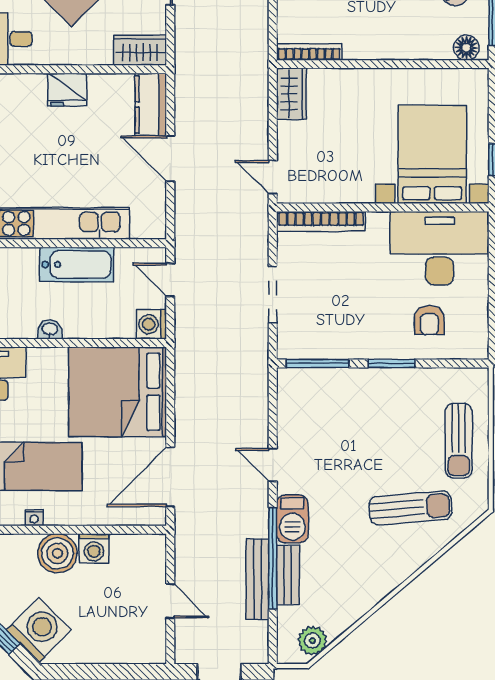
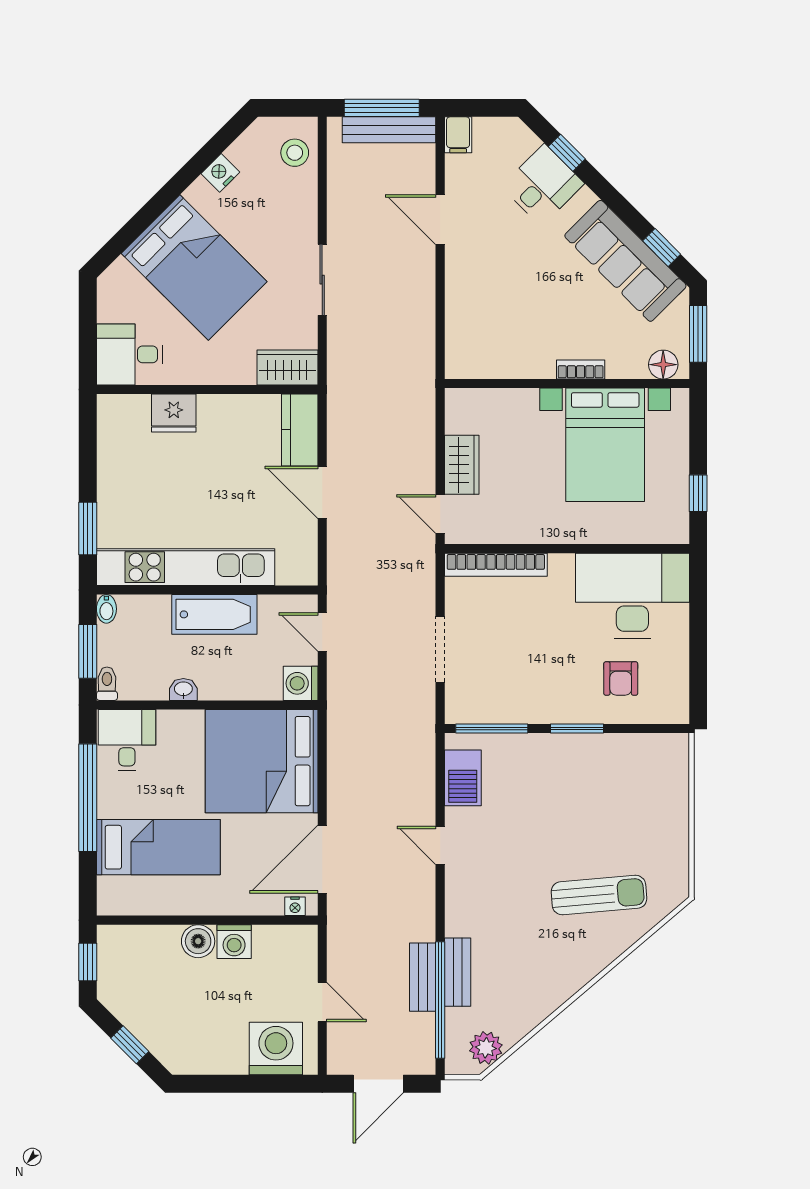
bookcase: (309, 52) -> (581, 370), moved, width x0.64
fridge: (67, 90) -> (174, 413), moved
wardrobe: (291, 94) -> (462, 465), moved
bed with nightstands: (432, 154) -> (605, 445), moved, turned 180
sun lounger: (459, 441) -> (655, 817), removed
nightstand: (34, 518) -> (295, 906), moved
barbecue: (292, 519) -> (463, 778), moved
boiler: (57, 553) -> (198, 941), width x0.73, depth x0.73
window: (273, 558) -> (440, 1000), moved
bench: (258, 579) -> (423, 977), width x0.73
washing machine: (39, 630) -> (276, 1048), moved, turned -45

